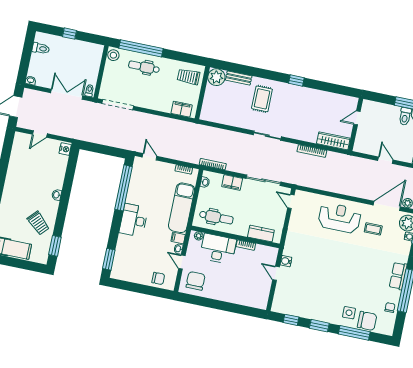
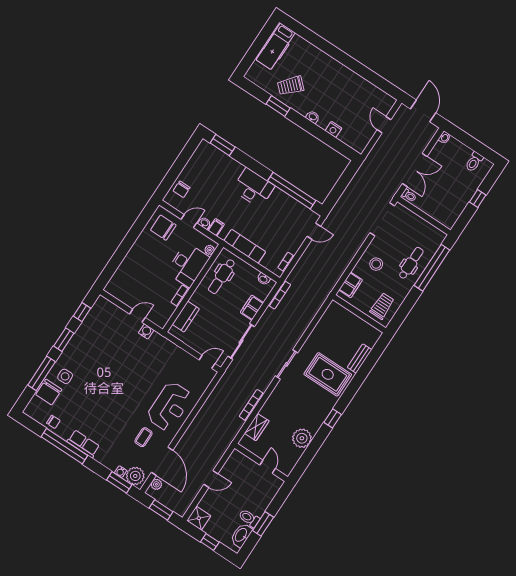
stool: (113, 55) -> (376, 264), moved
plant: (216, 77) -> (302, 438), moved
rug: (262, 99) -> (328, 374), width x1.36, depth x1.43
wardrobe: (333, 141) -> (257, 427), width x0.67
nightstand: (65, 149) -> (333, 129), moved
exam couch: (182, 208) -> (245, 246), width x0.73, depth x0.69
window: (55, 246) -> (278, 106), moved
chair: (196, 281) -> (163, 228), turned 180

